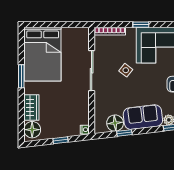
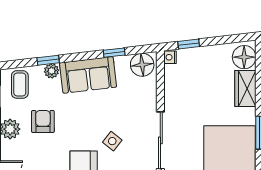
floor lamp: (115, 123) -> (142, 65), moved
window: (60, 140) -> (189, 44), moved

